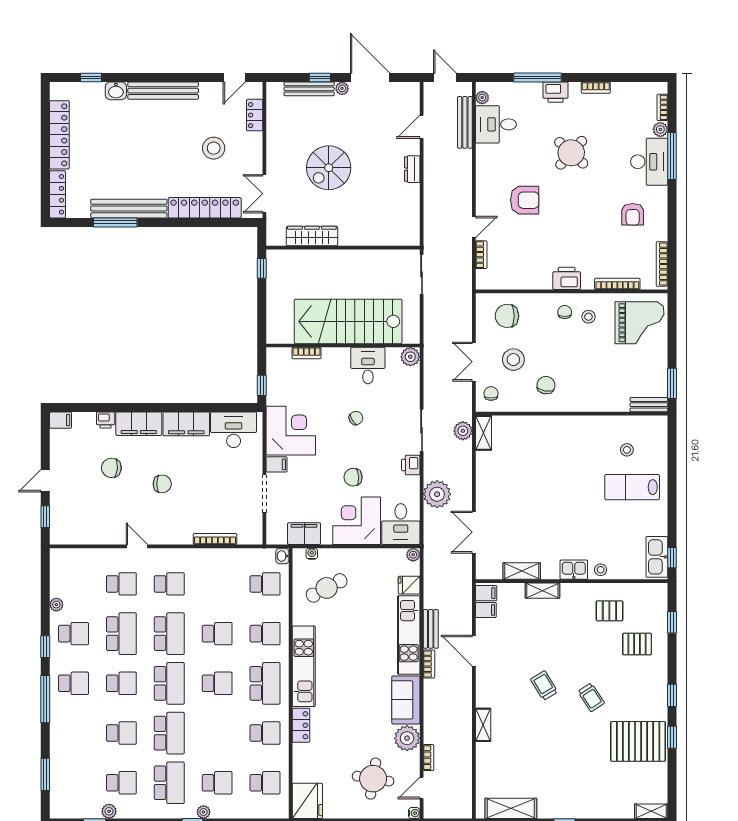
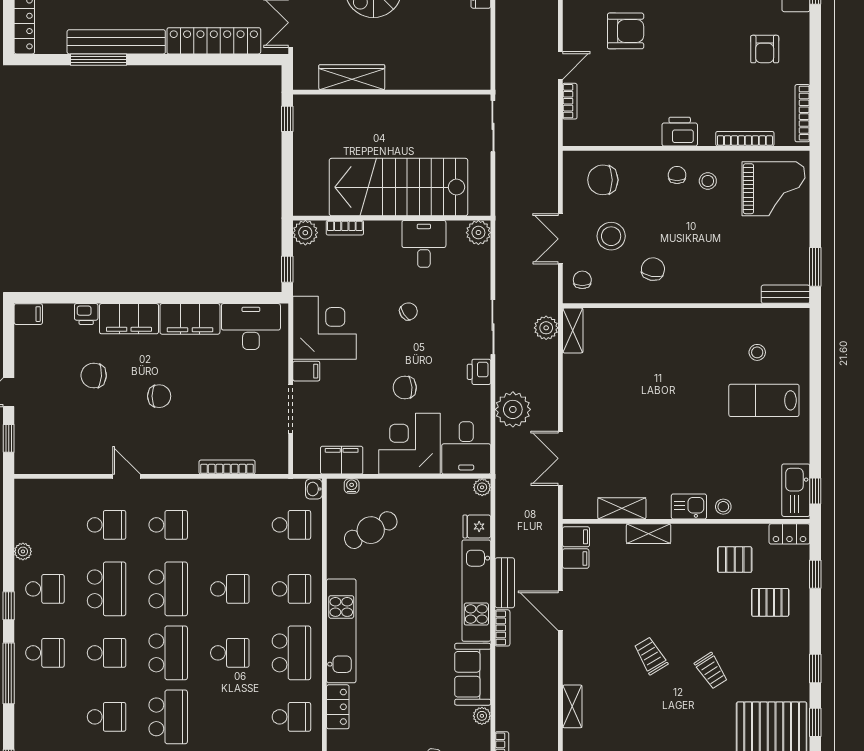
plant: (276, 357) -> (305, 233), added
locker: (652, 591) -> (789, 534), added
plant: (407, 738) -> (482, 716), width x0.53, depth x0.53

